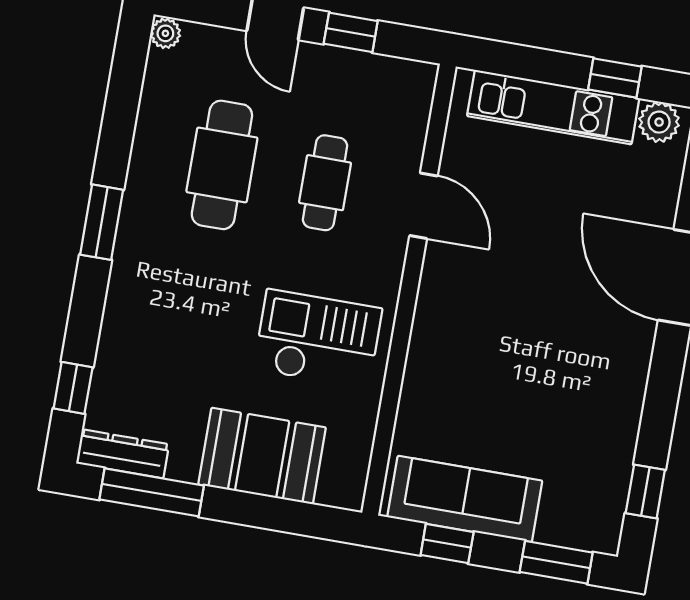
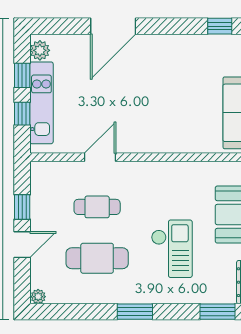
window: (538, 65) -> (22, 114), added
checkout: (318, 339) -> (172, 249), moved, turned 180
window: (73, 388) -> (217, 312), width x1.50

